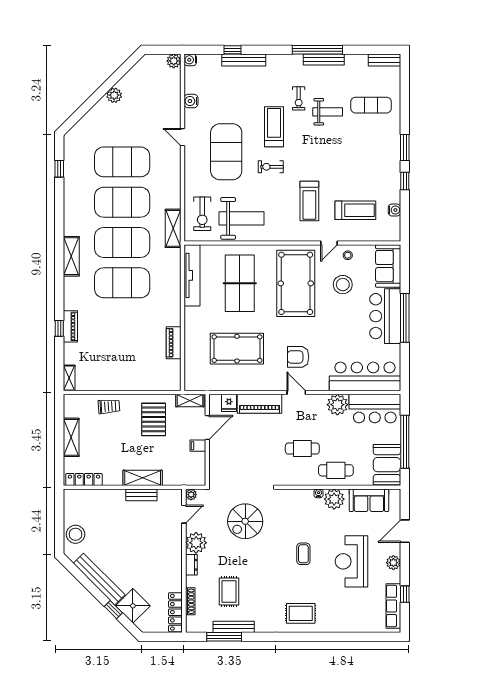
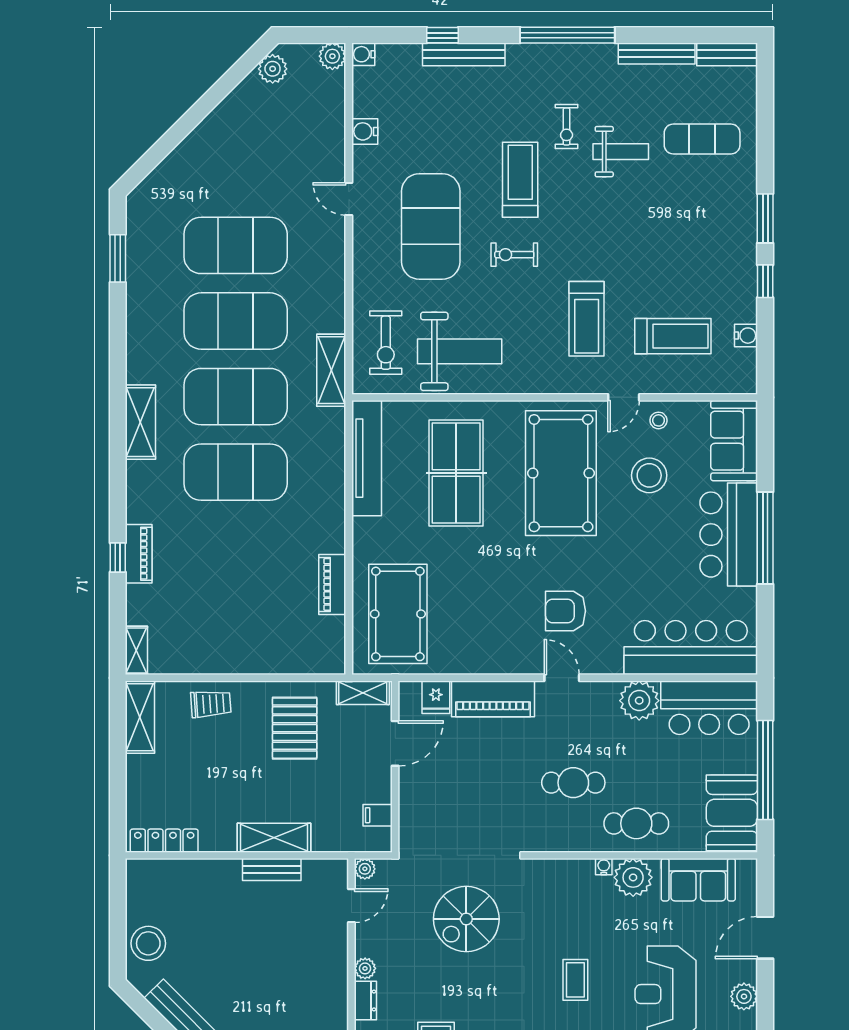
window: (317, 50) -> (567, 35), moved
bench: (324, 59) -> (657, 54), moved
plant: (114, 95) -> (273, 69), moved
window: (59, 169) -> (118, 258), width x1.50
pool table: (237, 349) -> (398, 614), moved, turned 90
shelving: (71, 437) -> (140, 717), moved
filing cabinet: (198, 446) -> (378, 815), moved
plant: (196, 543) -> (365, 968), width x0.53, depth x0.53

